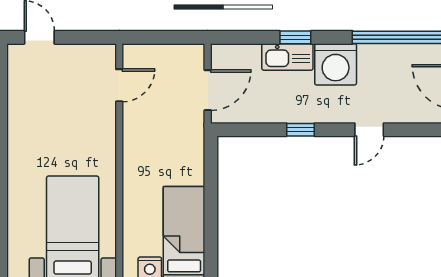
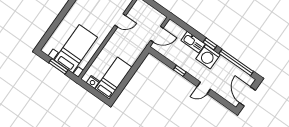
window: (295, 37) -> (210, 44), moved
door: (119, 85) -> (120, 20), moved

